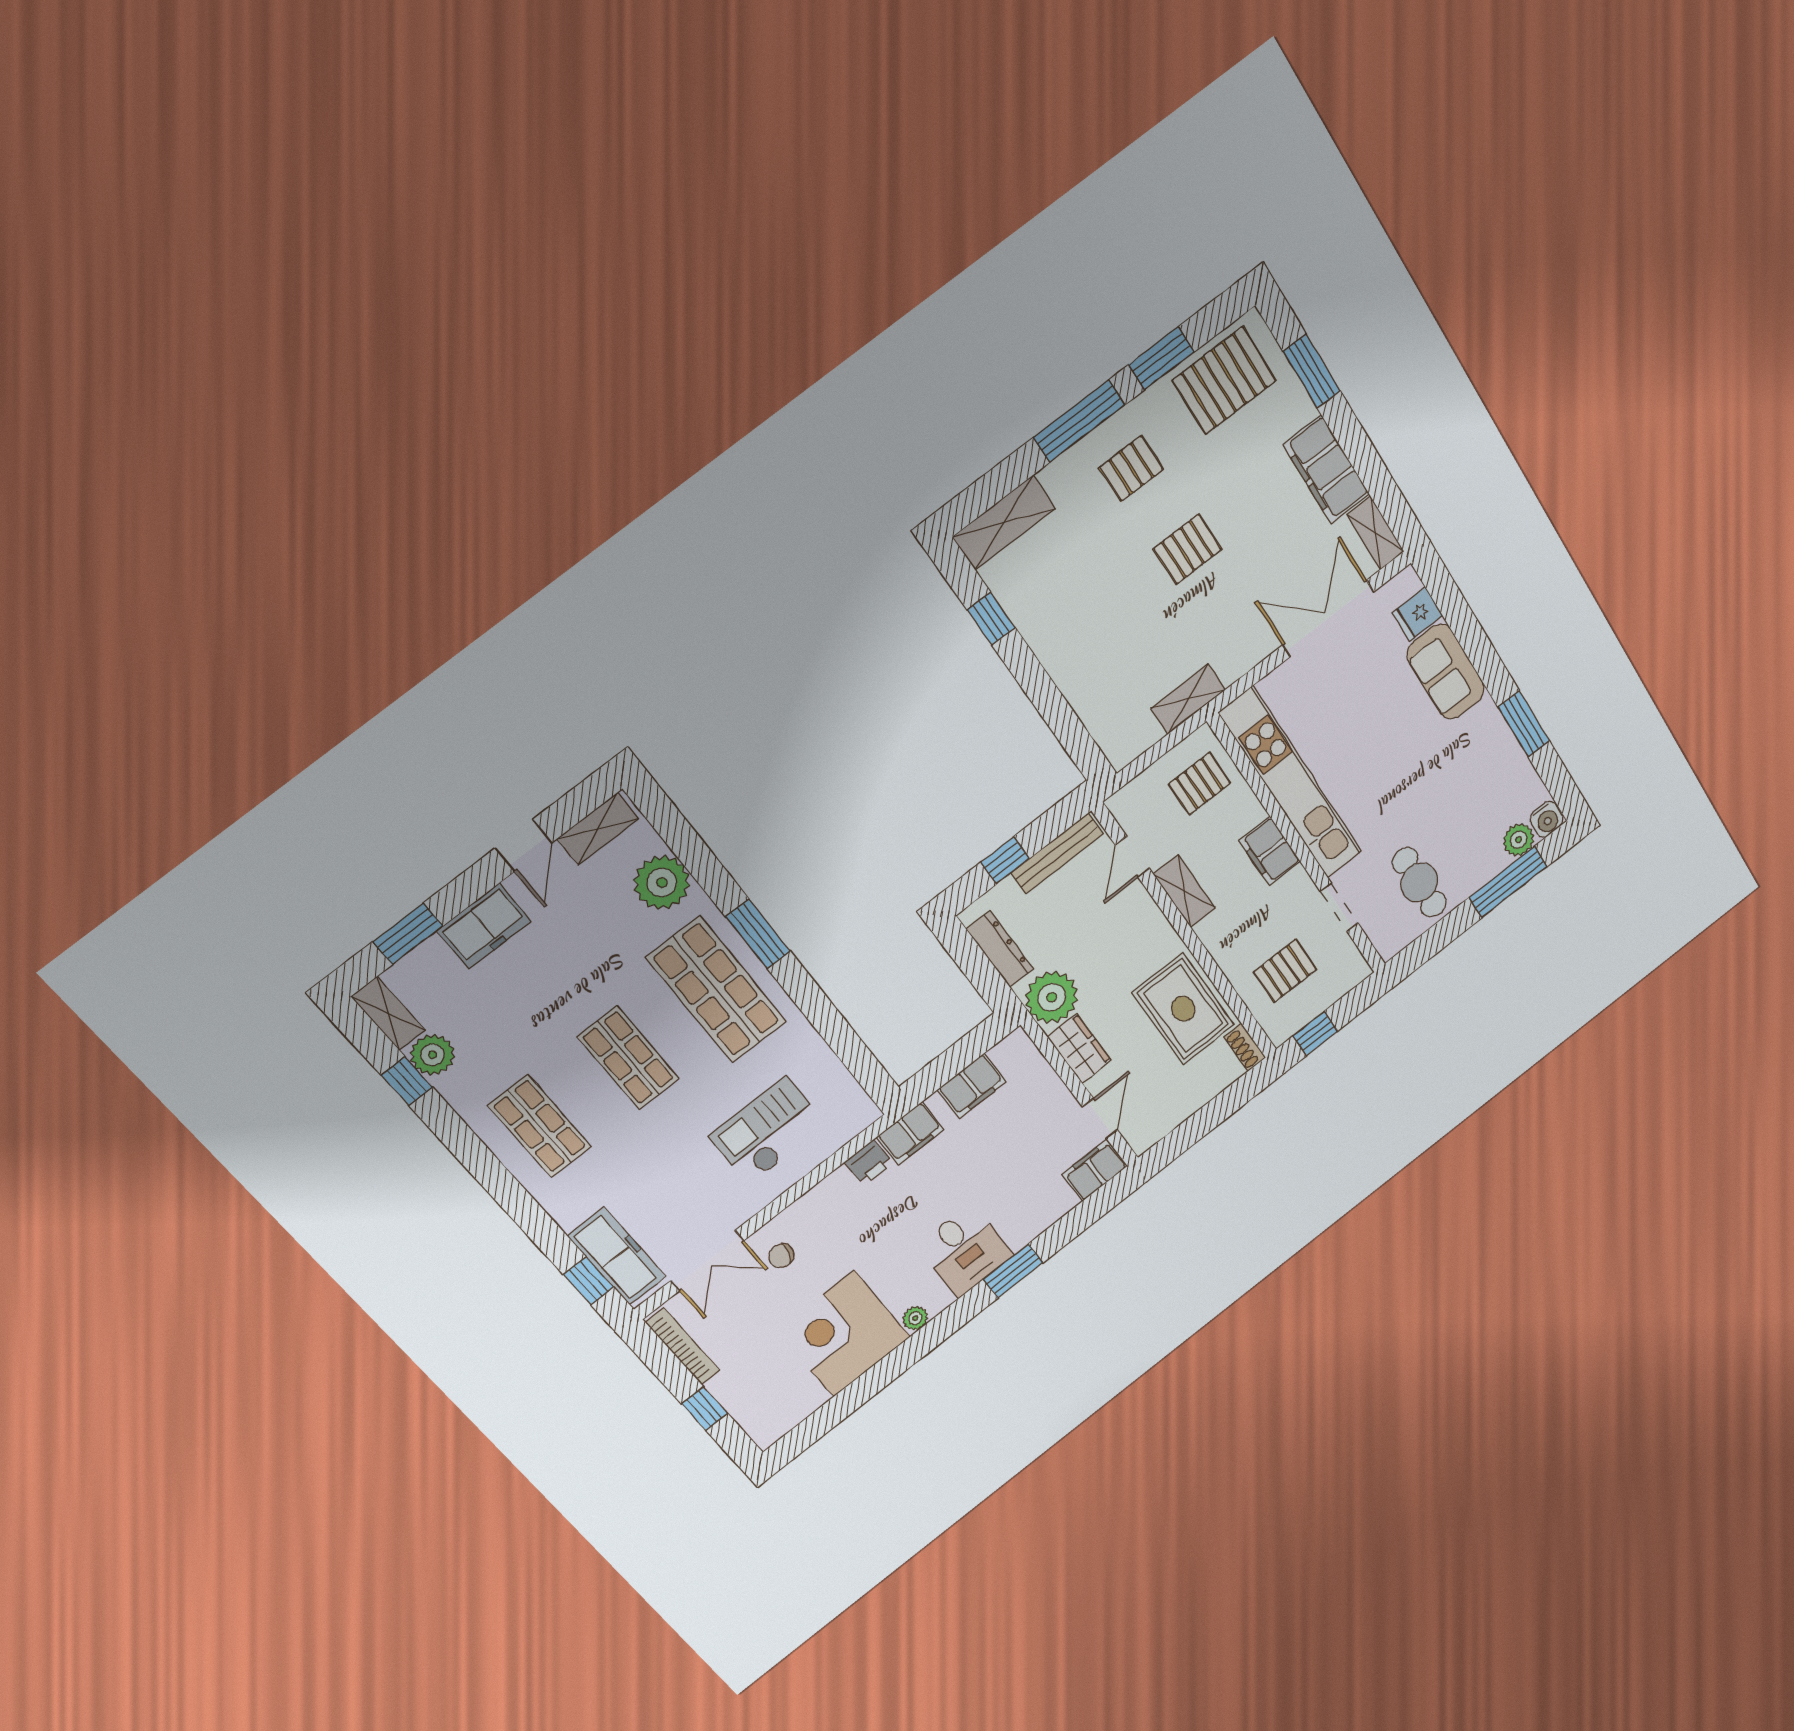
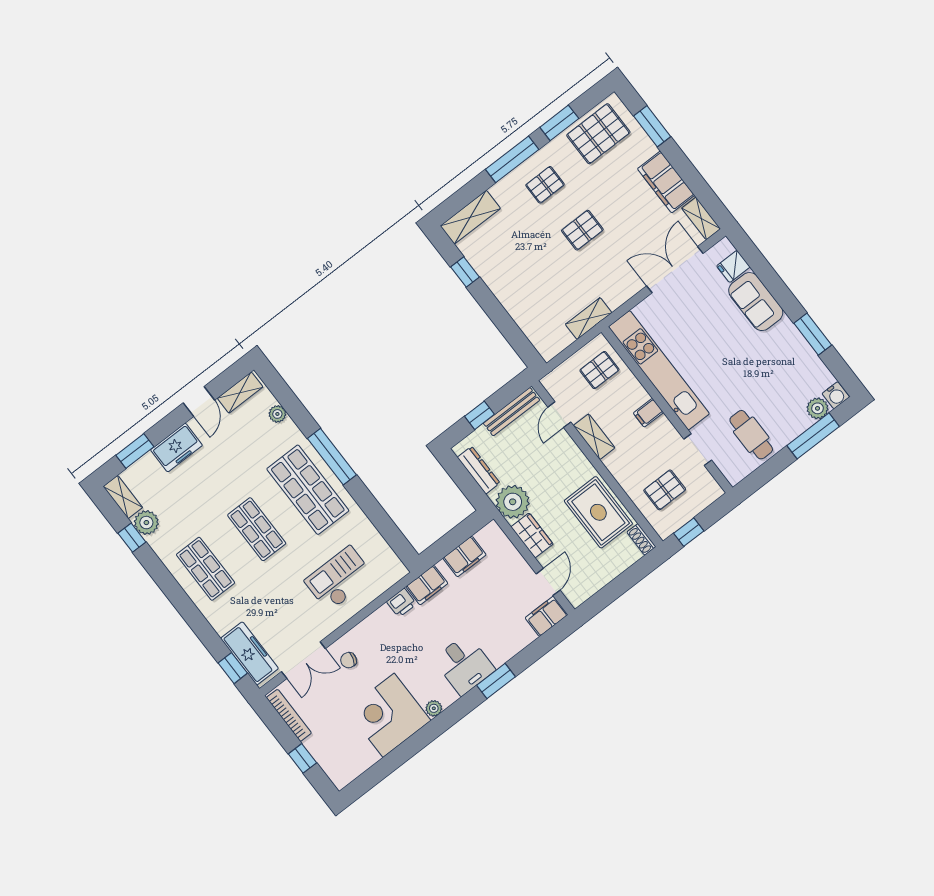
filing cabinet: (1270, 851) -> (648, 413), width x0.50
plant: (662, 883) -> (277, 414), width x0.53, depth x0.53
window: (758, 934) -> (332, 457), width x1.44

